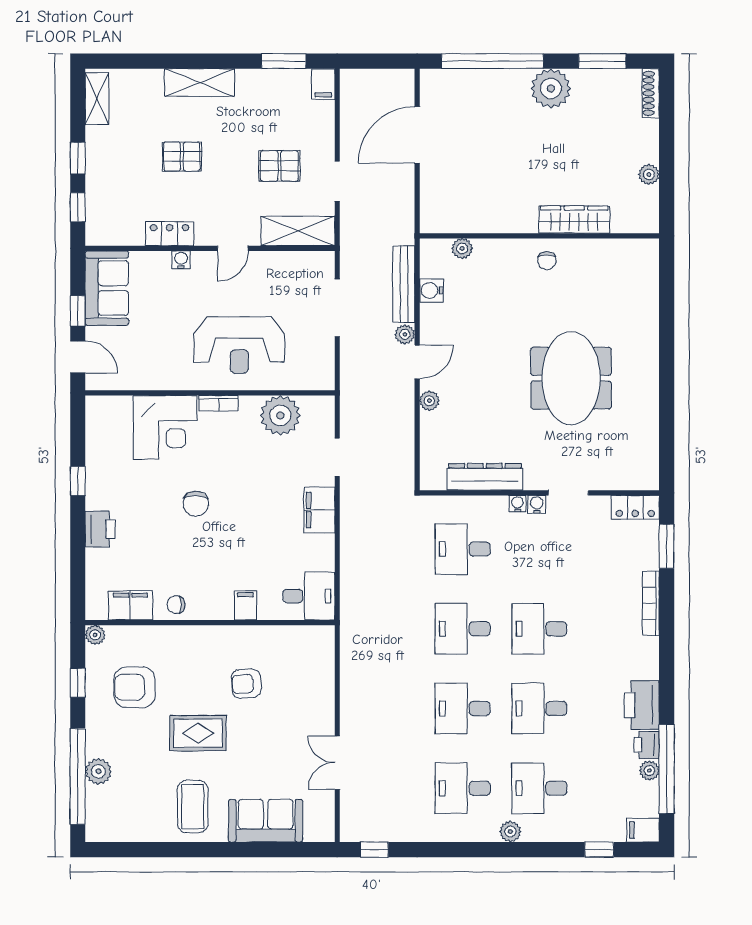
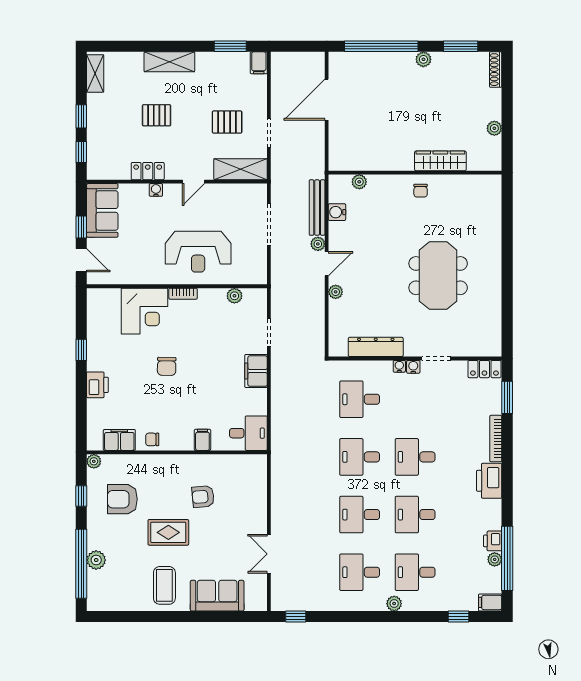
plant: (551, 88) -> (423, 59), width x0.53, depth x0.53
plant: (280, 415) -> (234, 296), width x0.53, depth x0.53
printer: (642, 705) -> (489, 481), moved

